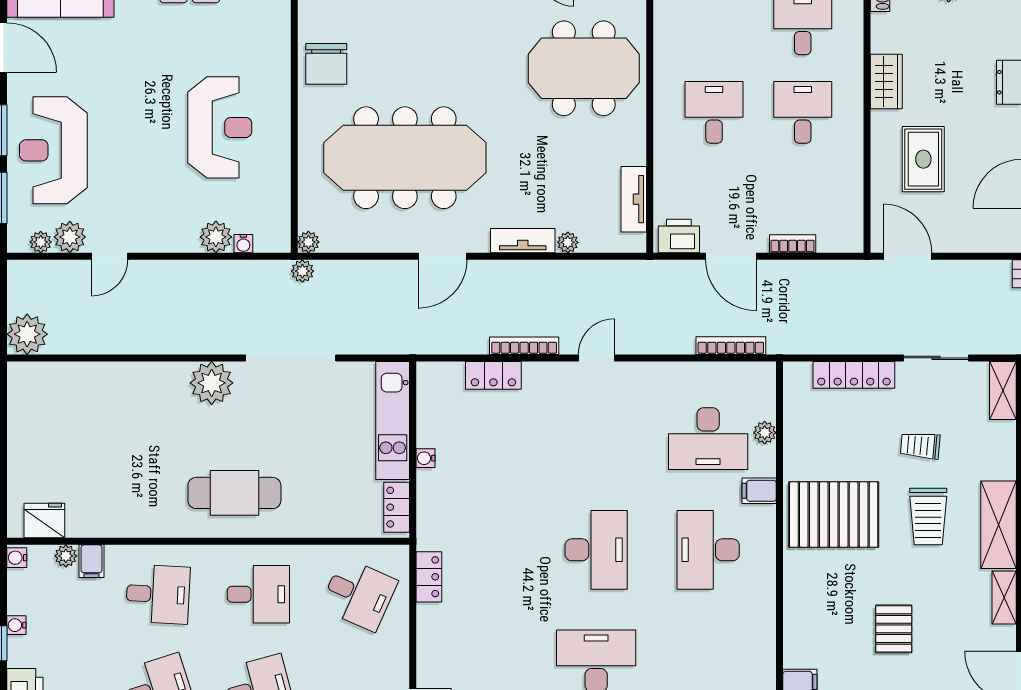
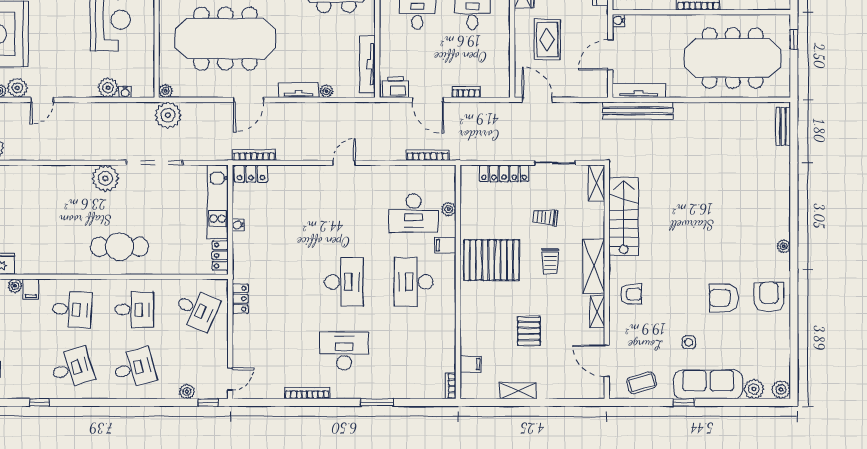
tv unit: (634, 199) -> (367, 64), width x1.41
plant: (302, 271) -> (168, 115), width x1.87, depth x1.87
bookcase: (524, 346) -> (254, 155), moved
locker: (493, 375) -> (251, 174), moved
trolley: (928, 517) -> (550, 261), width x0.73, depth x0.72

